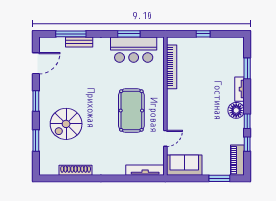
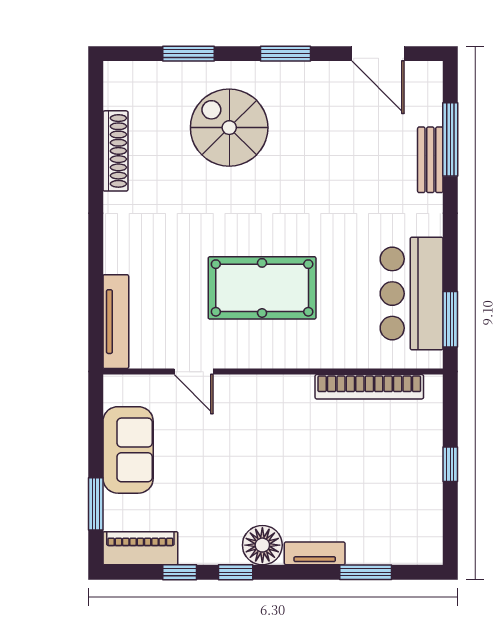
window: (129, 34) -> (450, 319), moved
sofa: (184, 165) -> (128, 450), moved

